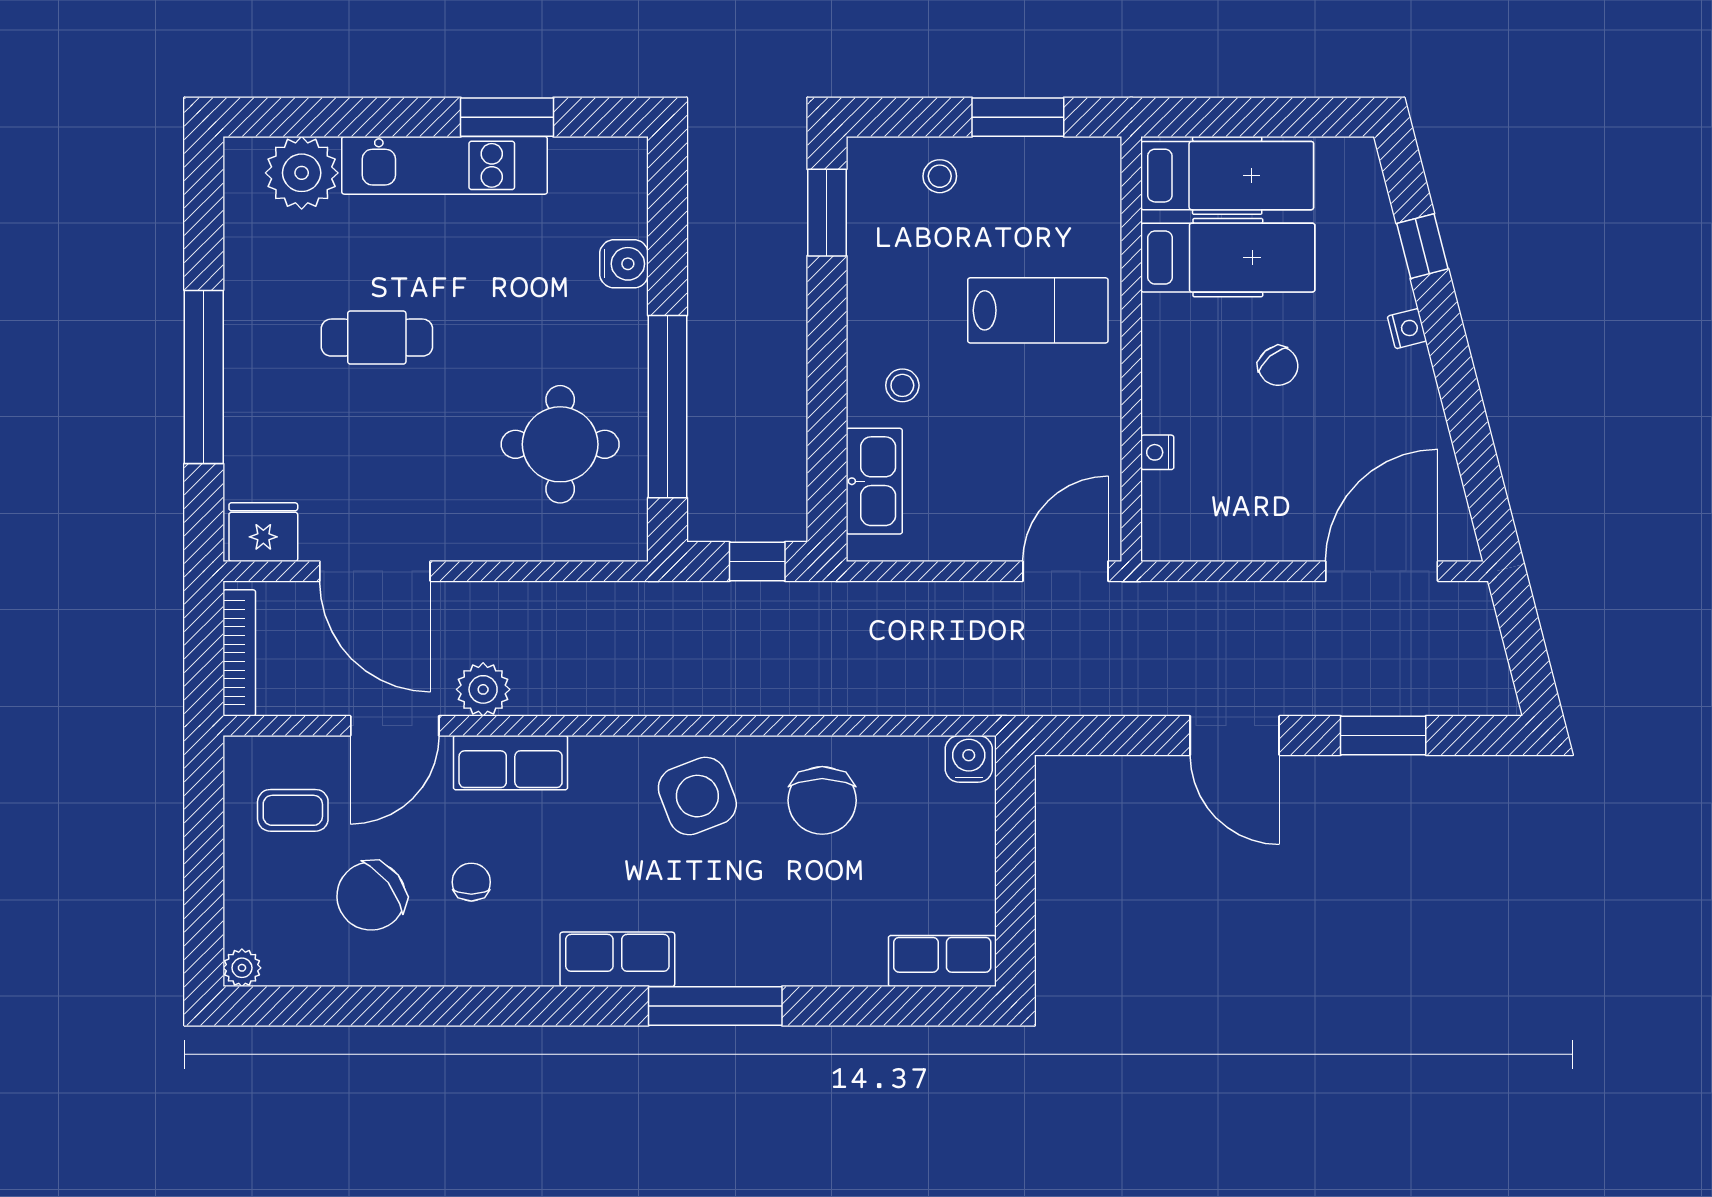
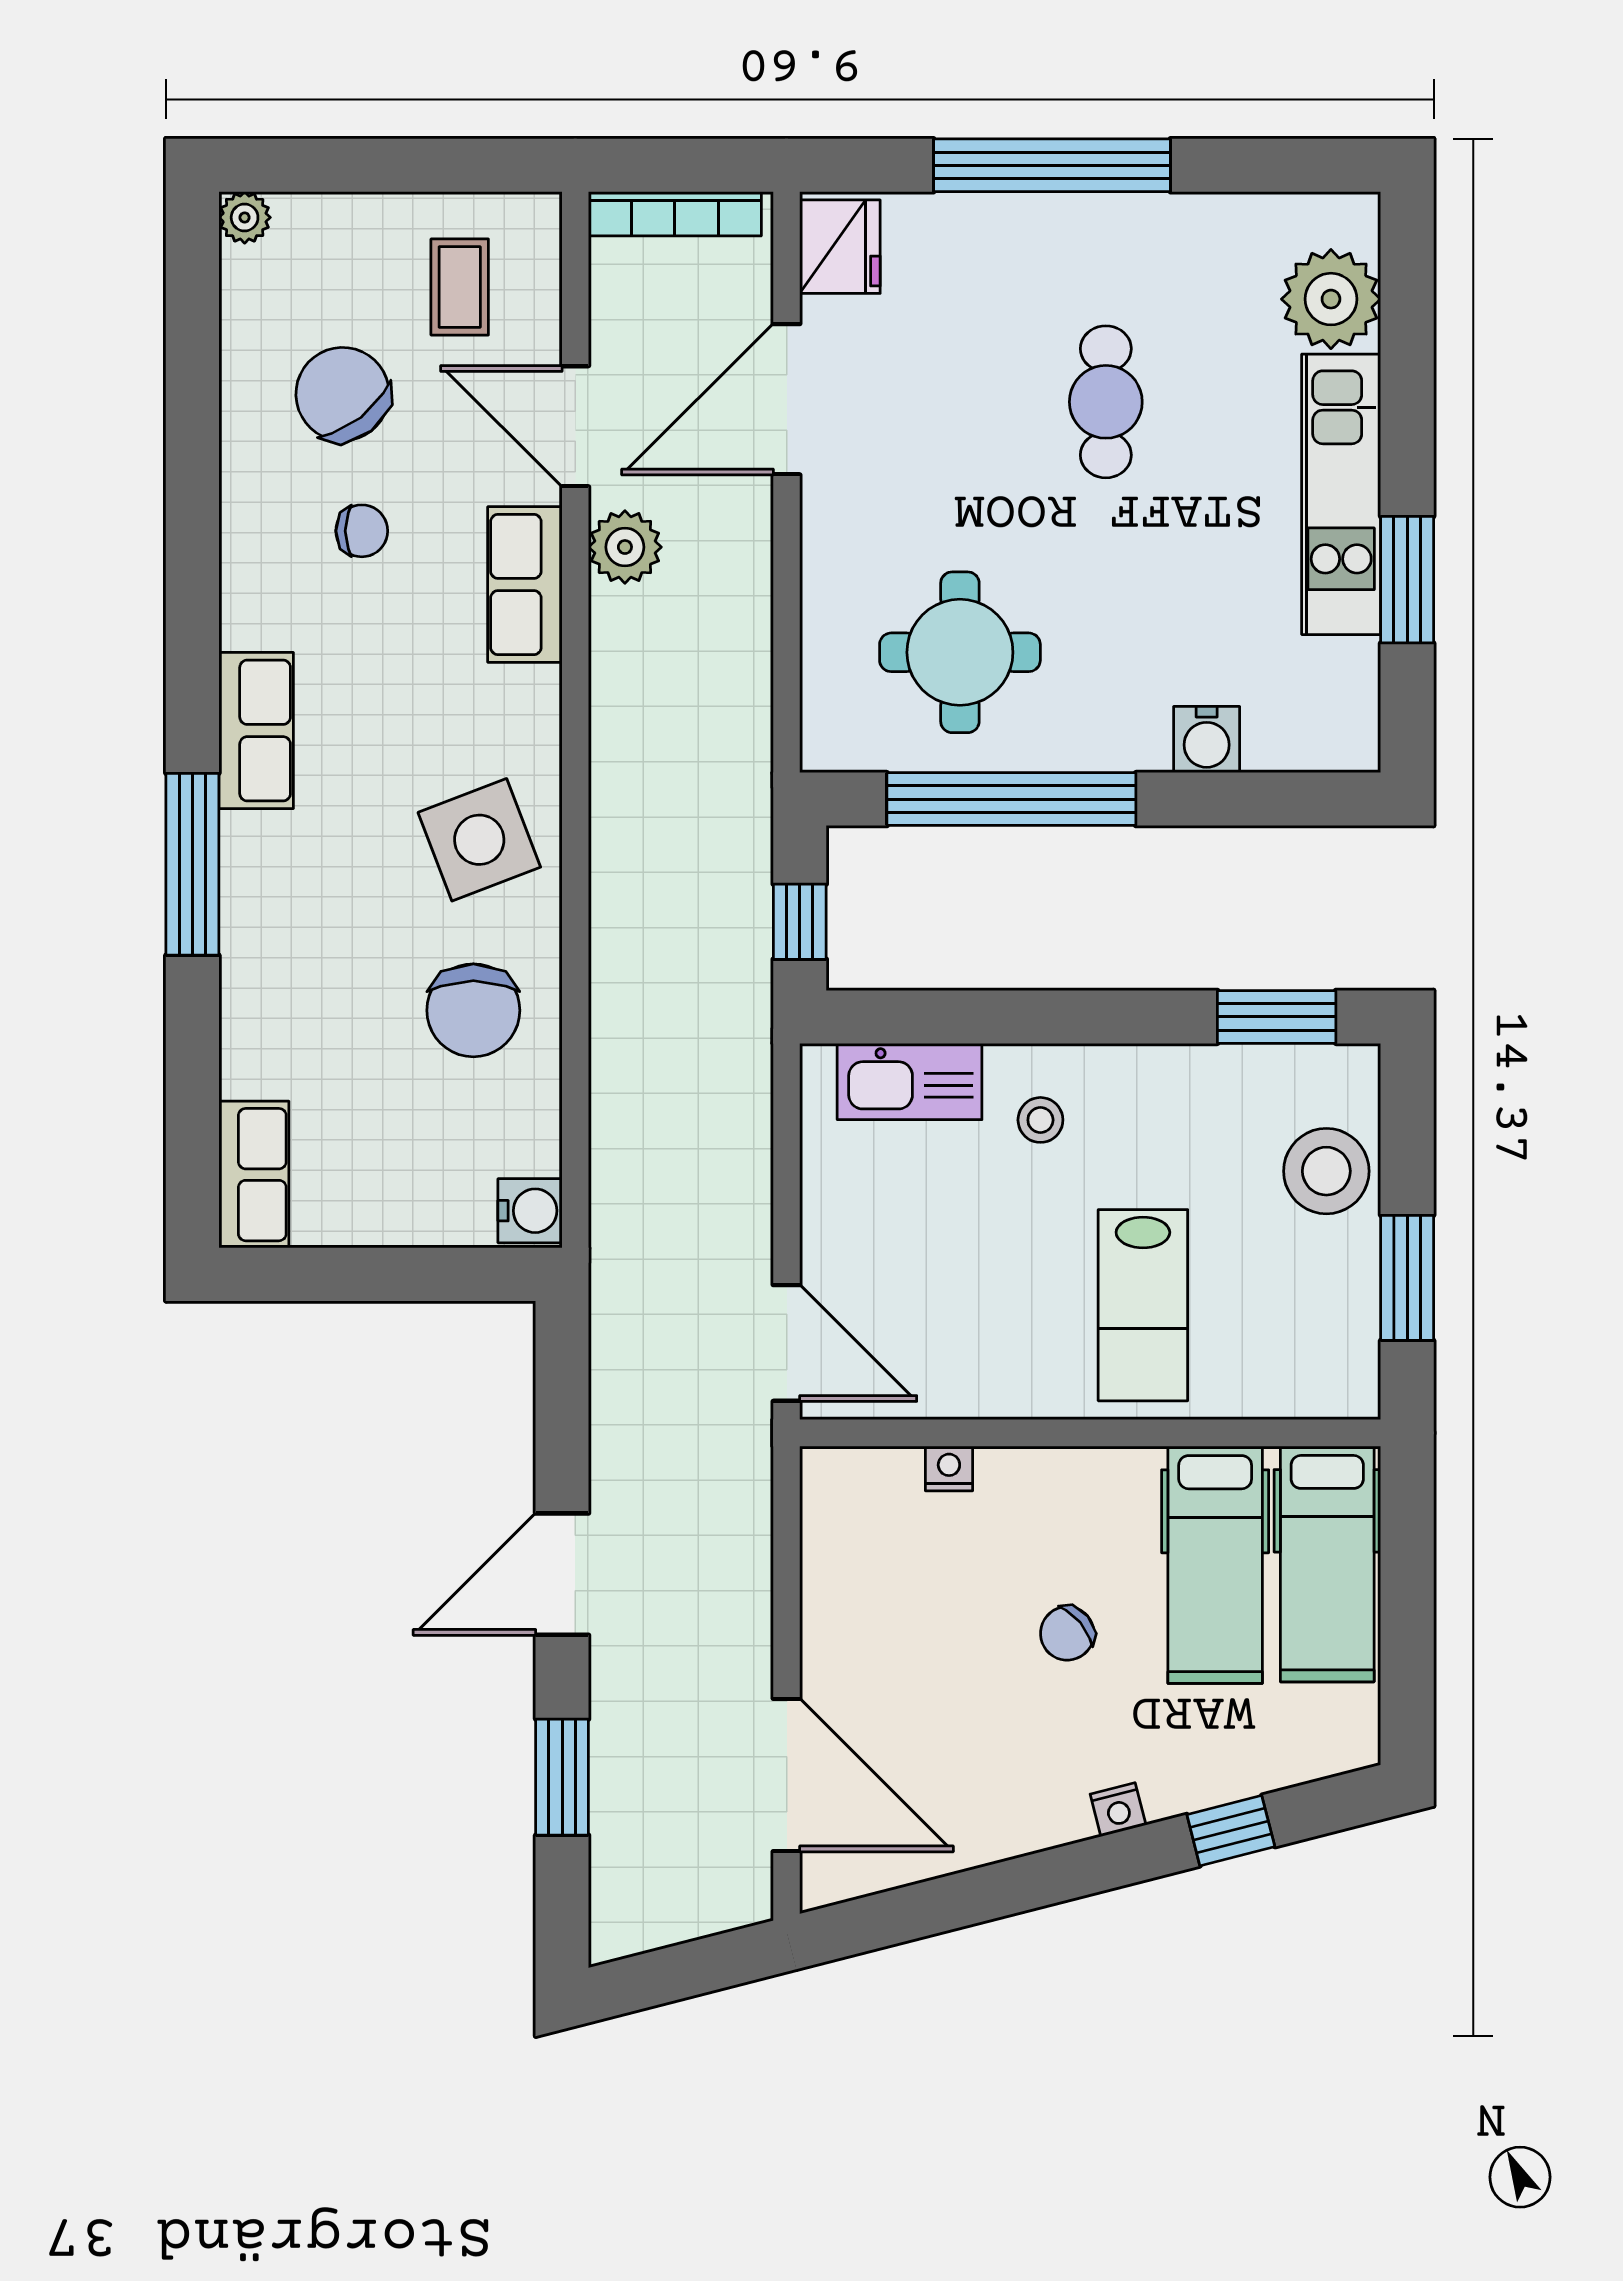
stool: (940, 176) -> (1326, 1171), width x1.89, depth x1.89
chair: (822, 800) -> (473, 1010), turned -90

